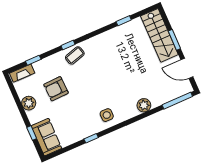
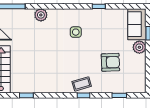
fireplace: (22, 73) -> (134, 89), removed
plant: (29, 103) -> (139, 47), moved
side table: (107, 115) -> (76, 32), moved

